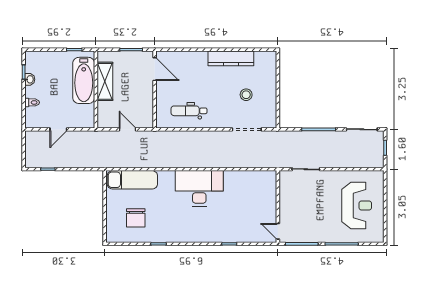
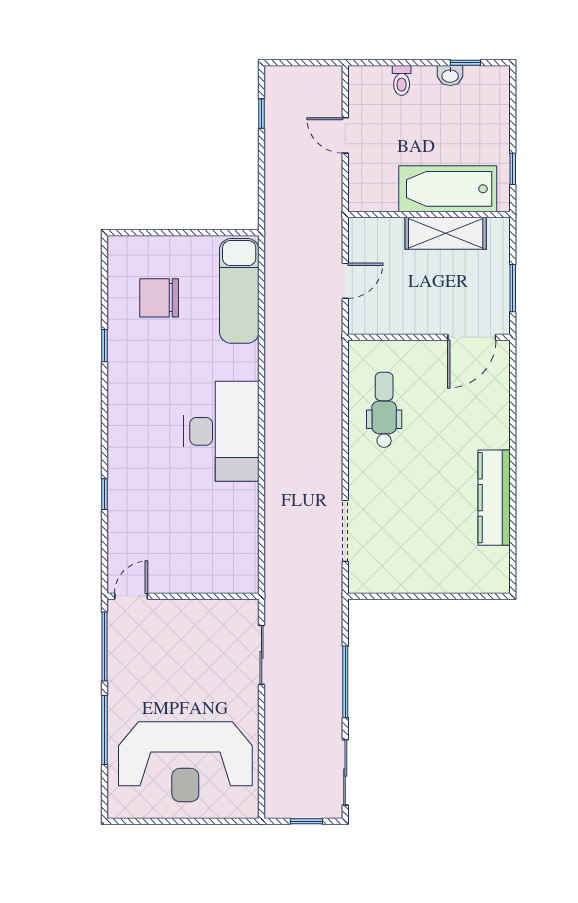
stool: (246, 95) -> (418, 530), removed
reception desk: (357, 205) -> (185, 762), width x1.36, depth x1.30

